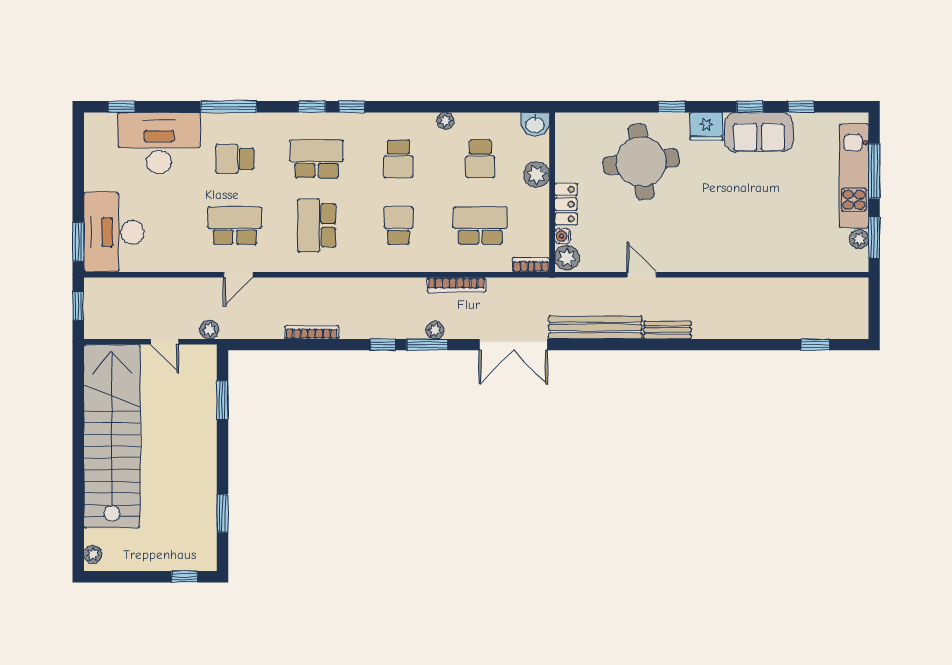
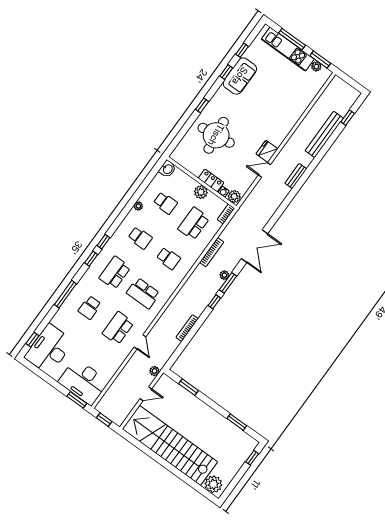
fridge: (706, 126) -> (267, 151), moved, turned 180
desk: (159, 143) -> (49, 349), moved
plant: (537, 175) -> (201, 192), moved
school desk: (398, 225) -> (168, 258), turned 180
bench: (595, 327) -> (324, 134), moved
plant: (93, 554) -> (213, 484), width x1.88, depth x1.88

